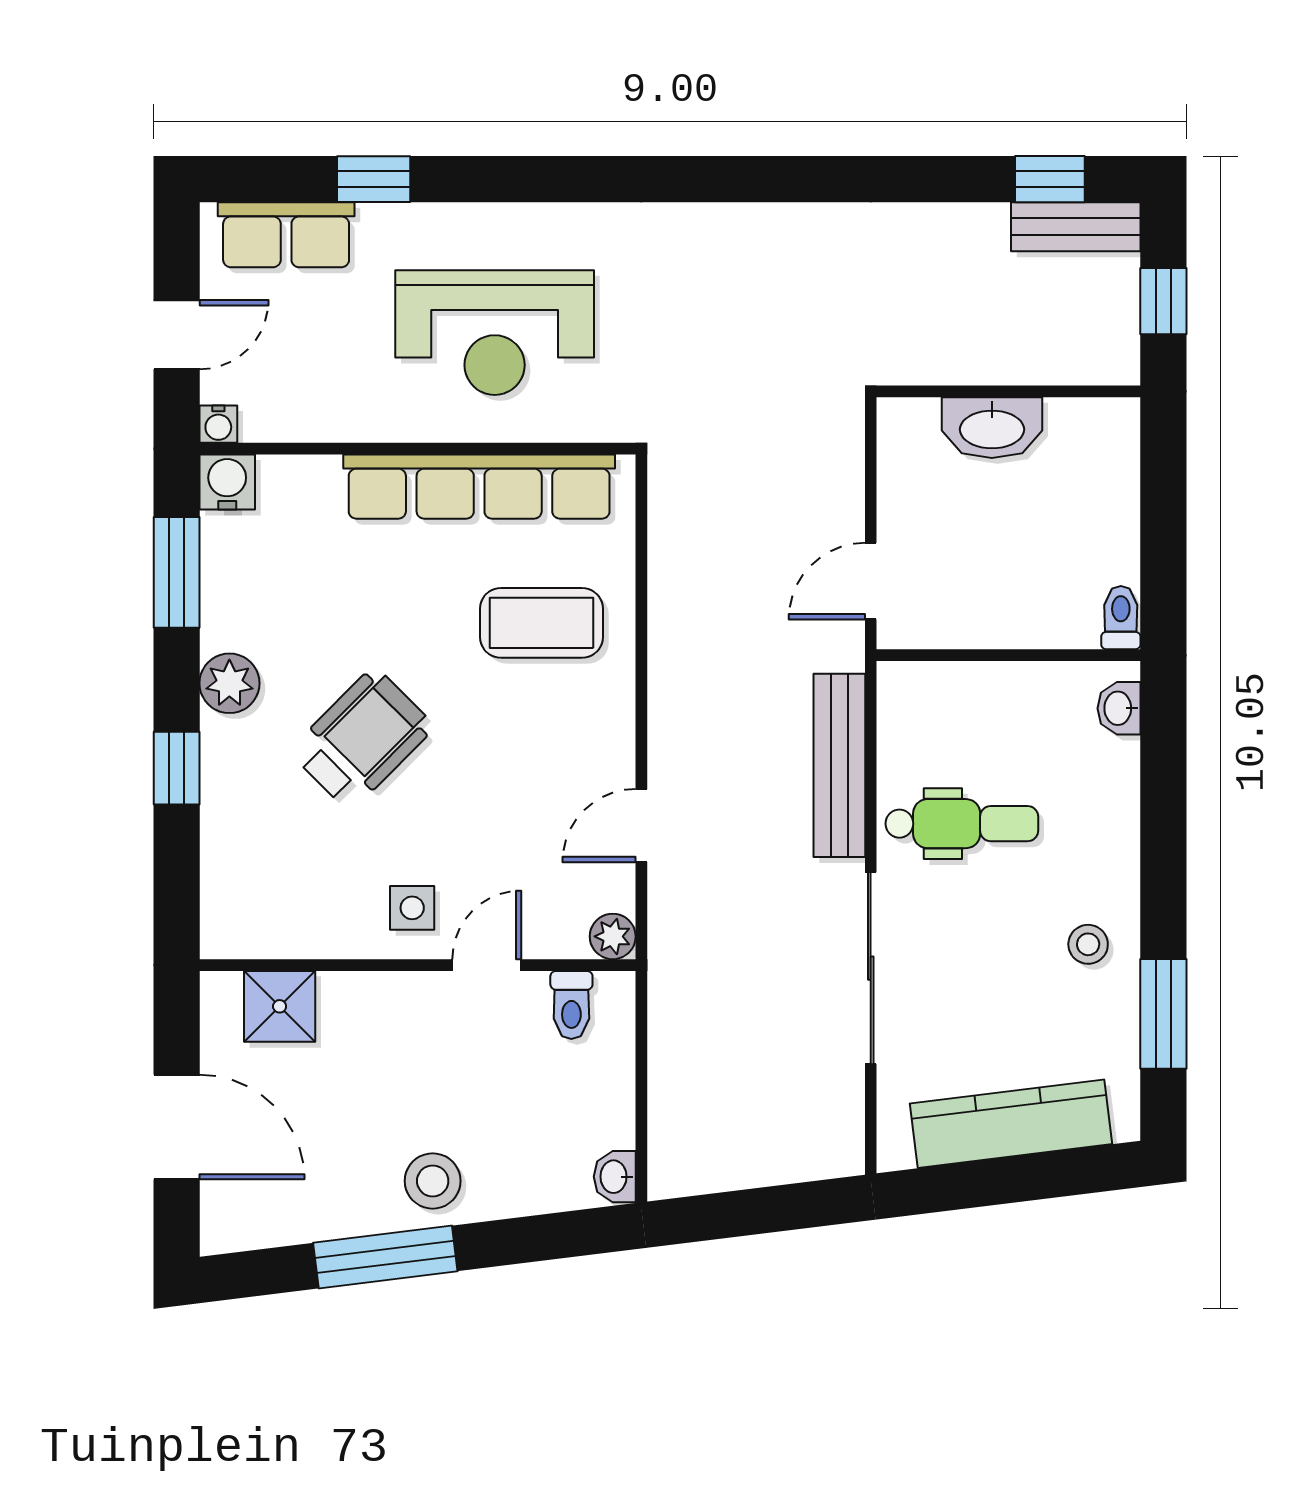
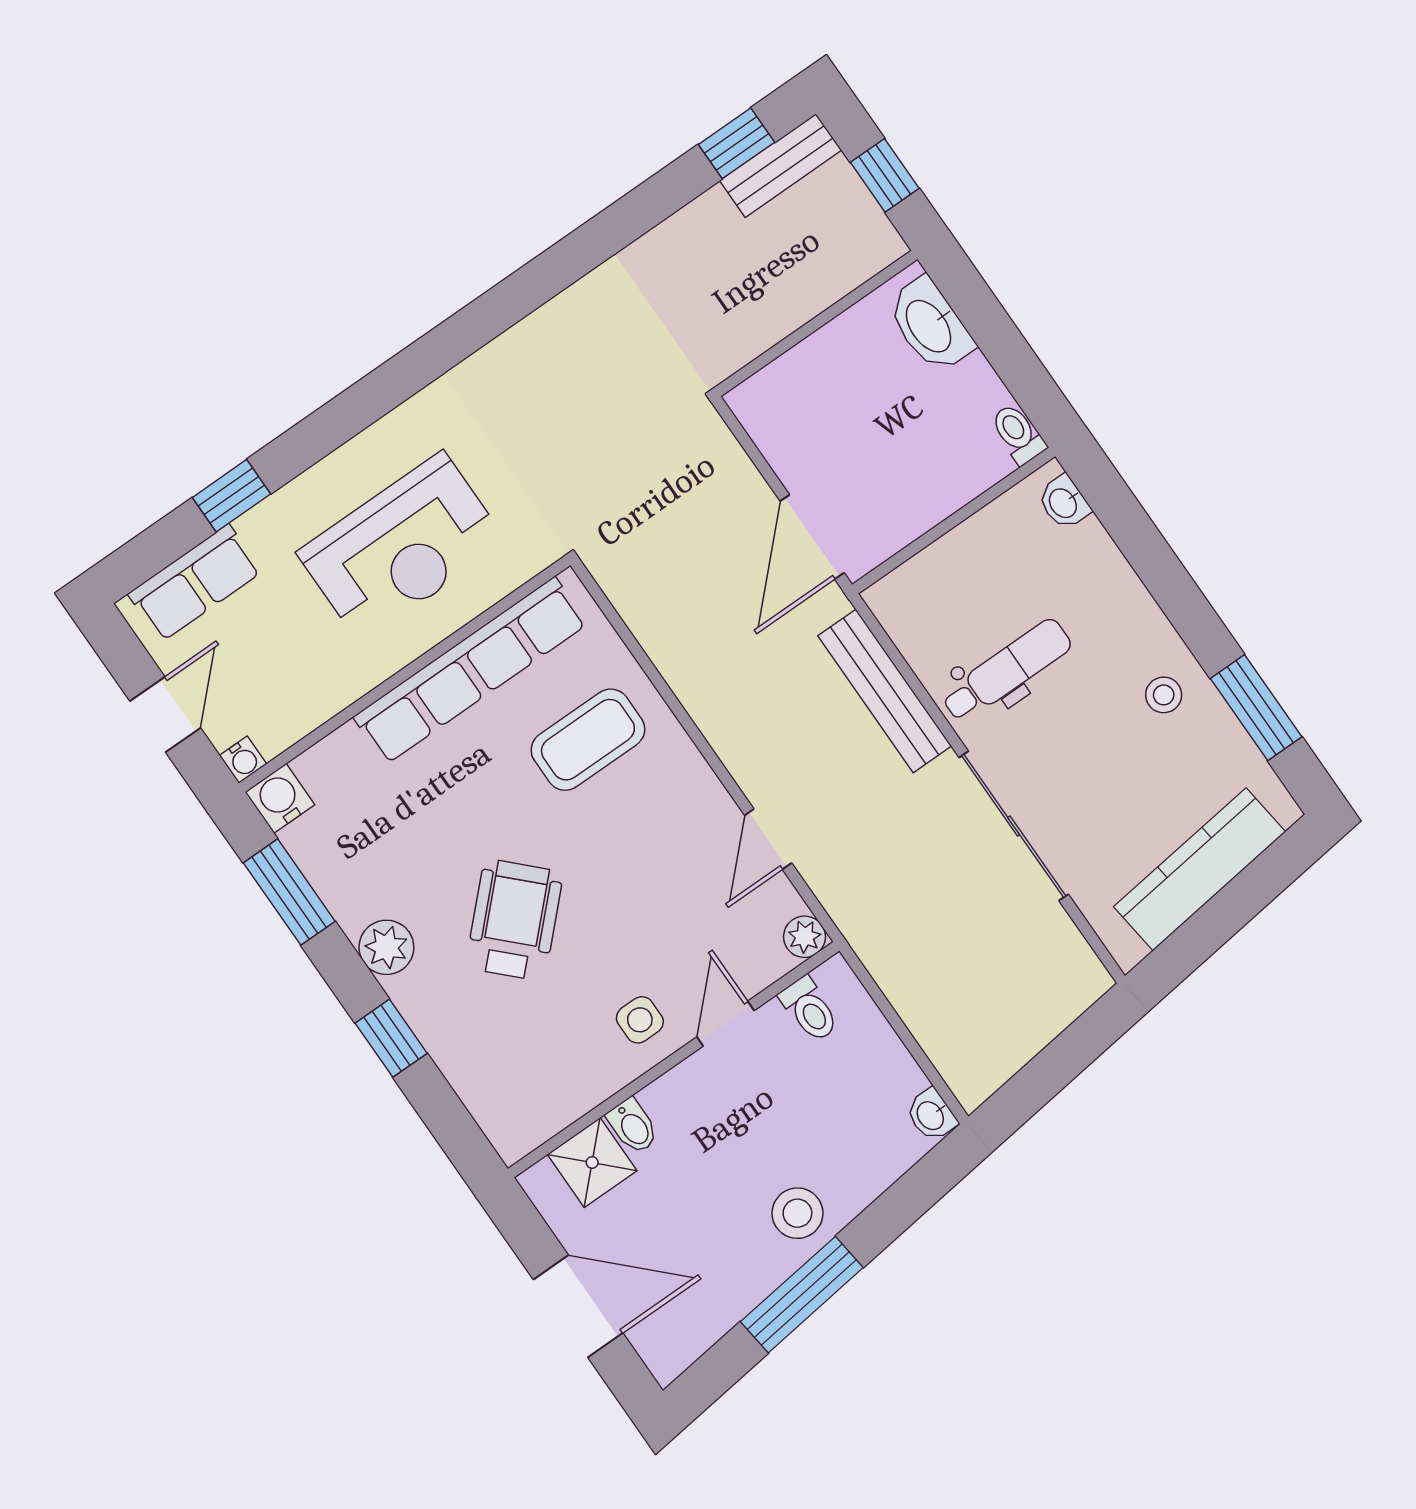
washbasin: (992, 428) -> (930, 325), moved, turned 90
door: (871, 581) -> (812, 537), width x1.38
bidet: (339, 999) -> (633, 1126), added

